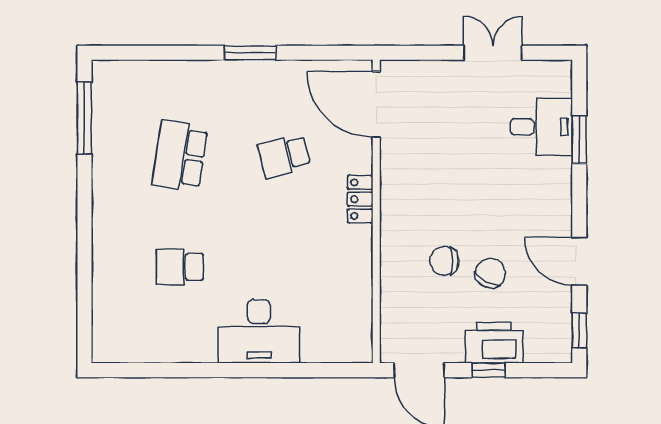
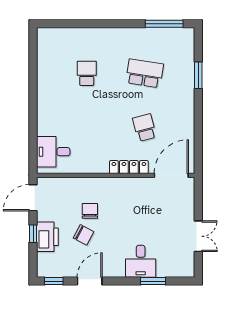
window: (250, 53) -> (198, 75), moved
desk: (541, 127) -> (141, 261), moved
locker: (360, 199) -> (129, 167), width x1.53
desk: (259, 331) -> (53, 152), moved, width x0.73

